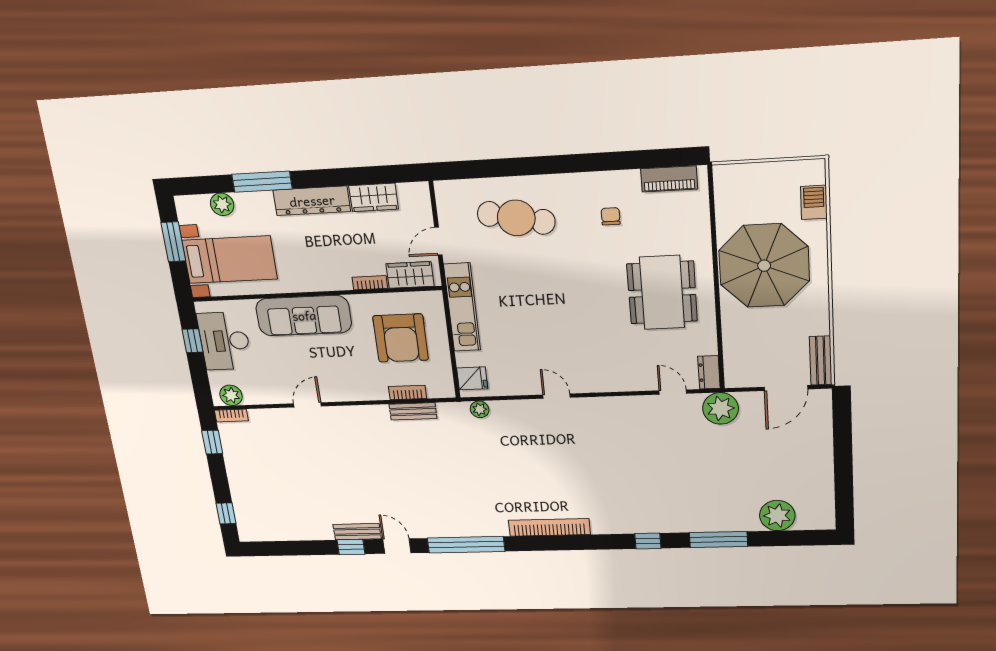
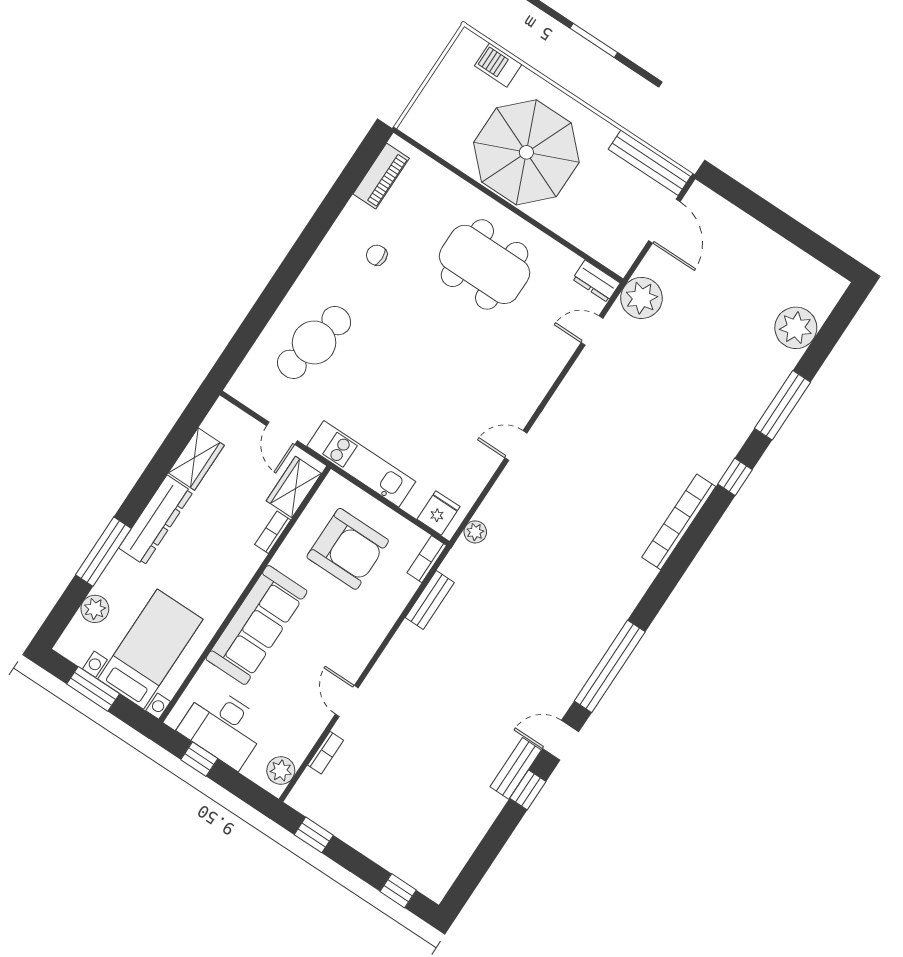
bench: (821, 361) -> (650, 163), width x1.36
bookcase: (408, 393) -> (427, 559), moved
bookcase: (231, 416) -> (326, 753), moved
bookcase: (549, 527) -> (679, 522), moved

